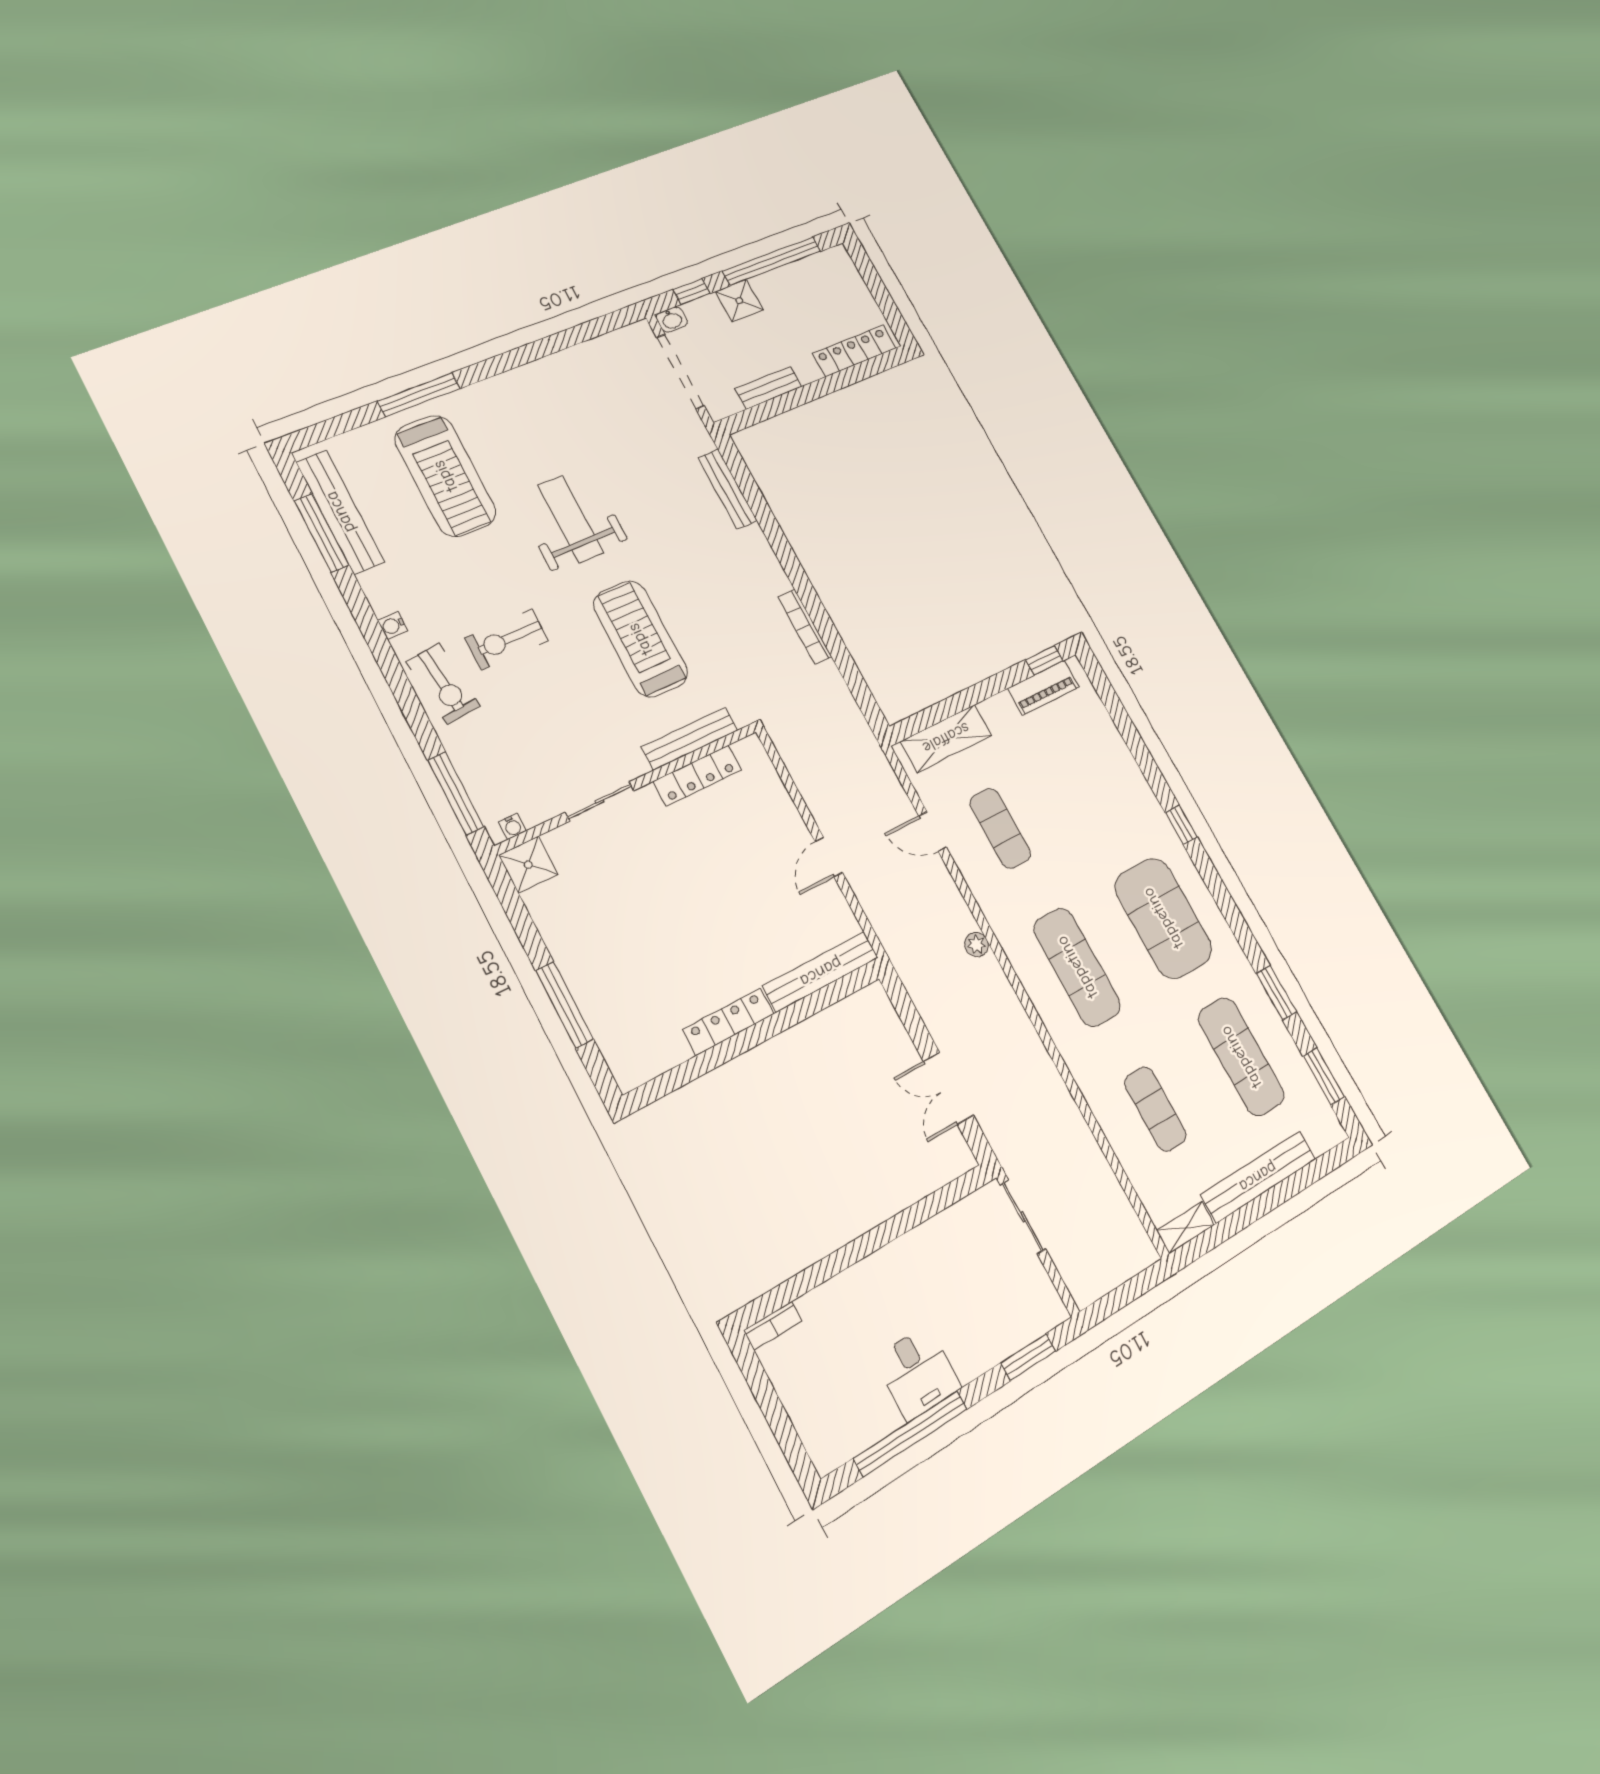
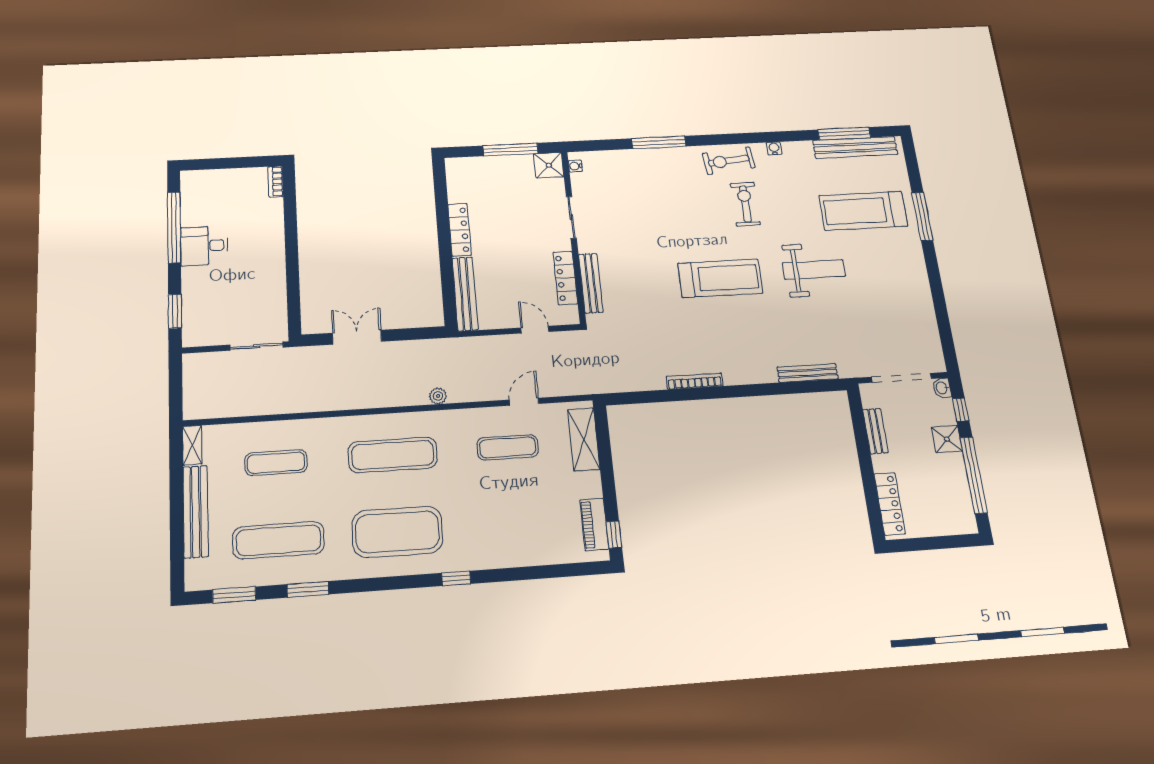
bench: (690, 739) -> (591, 283), moved
locker: (697, 775) -> (565, 278), moved
wall: (628, 788) -> (573, 236), moved
sliding door: (600, 801) -> (571, 217), moved
water cooler: (513, 826) -> (575, 166), moved
shower: (528, 865) -> (549, 165), moved

